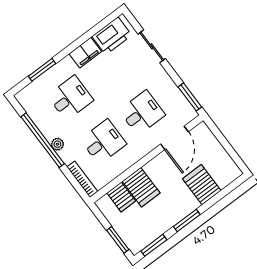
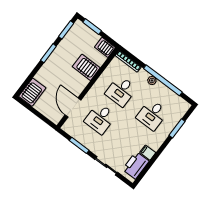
filing cabinet: (85, 53) -> (148, 153), width x0.50
window: (190, 97) -> (79, 145), moved
server rack: (202, 185) -> (32, 92), moved, turned -90
server rack: (121, 197) -> (105, 47), moved

